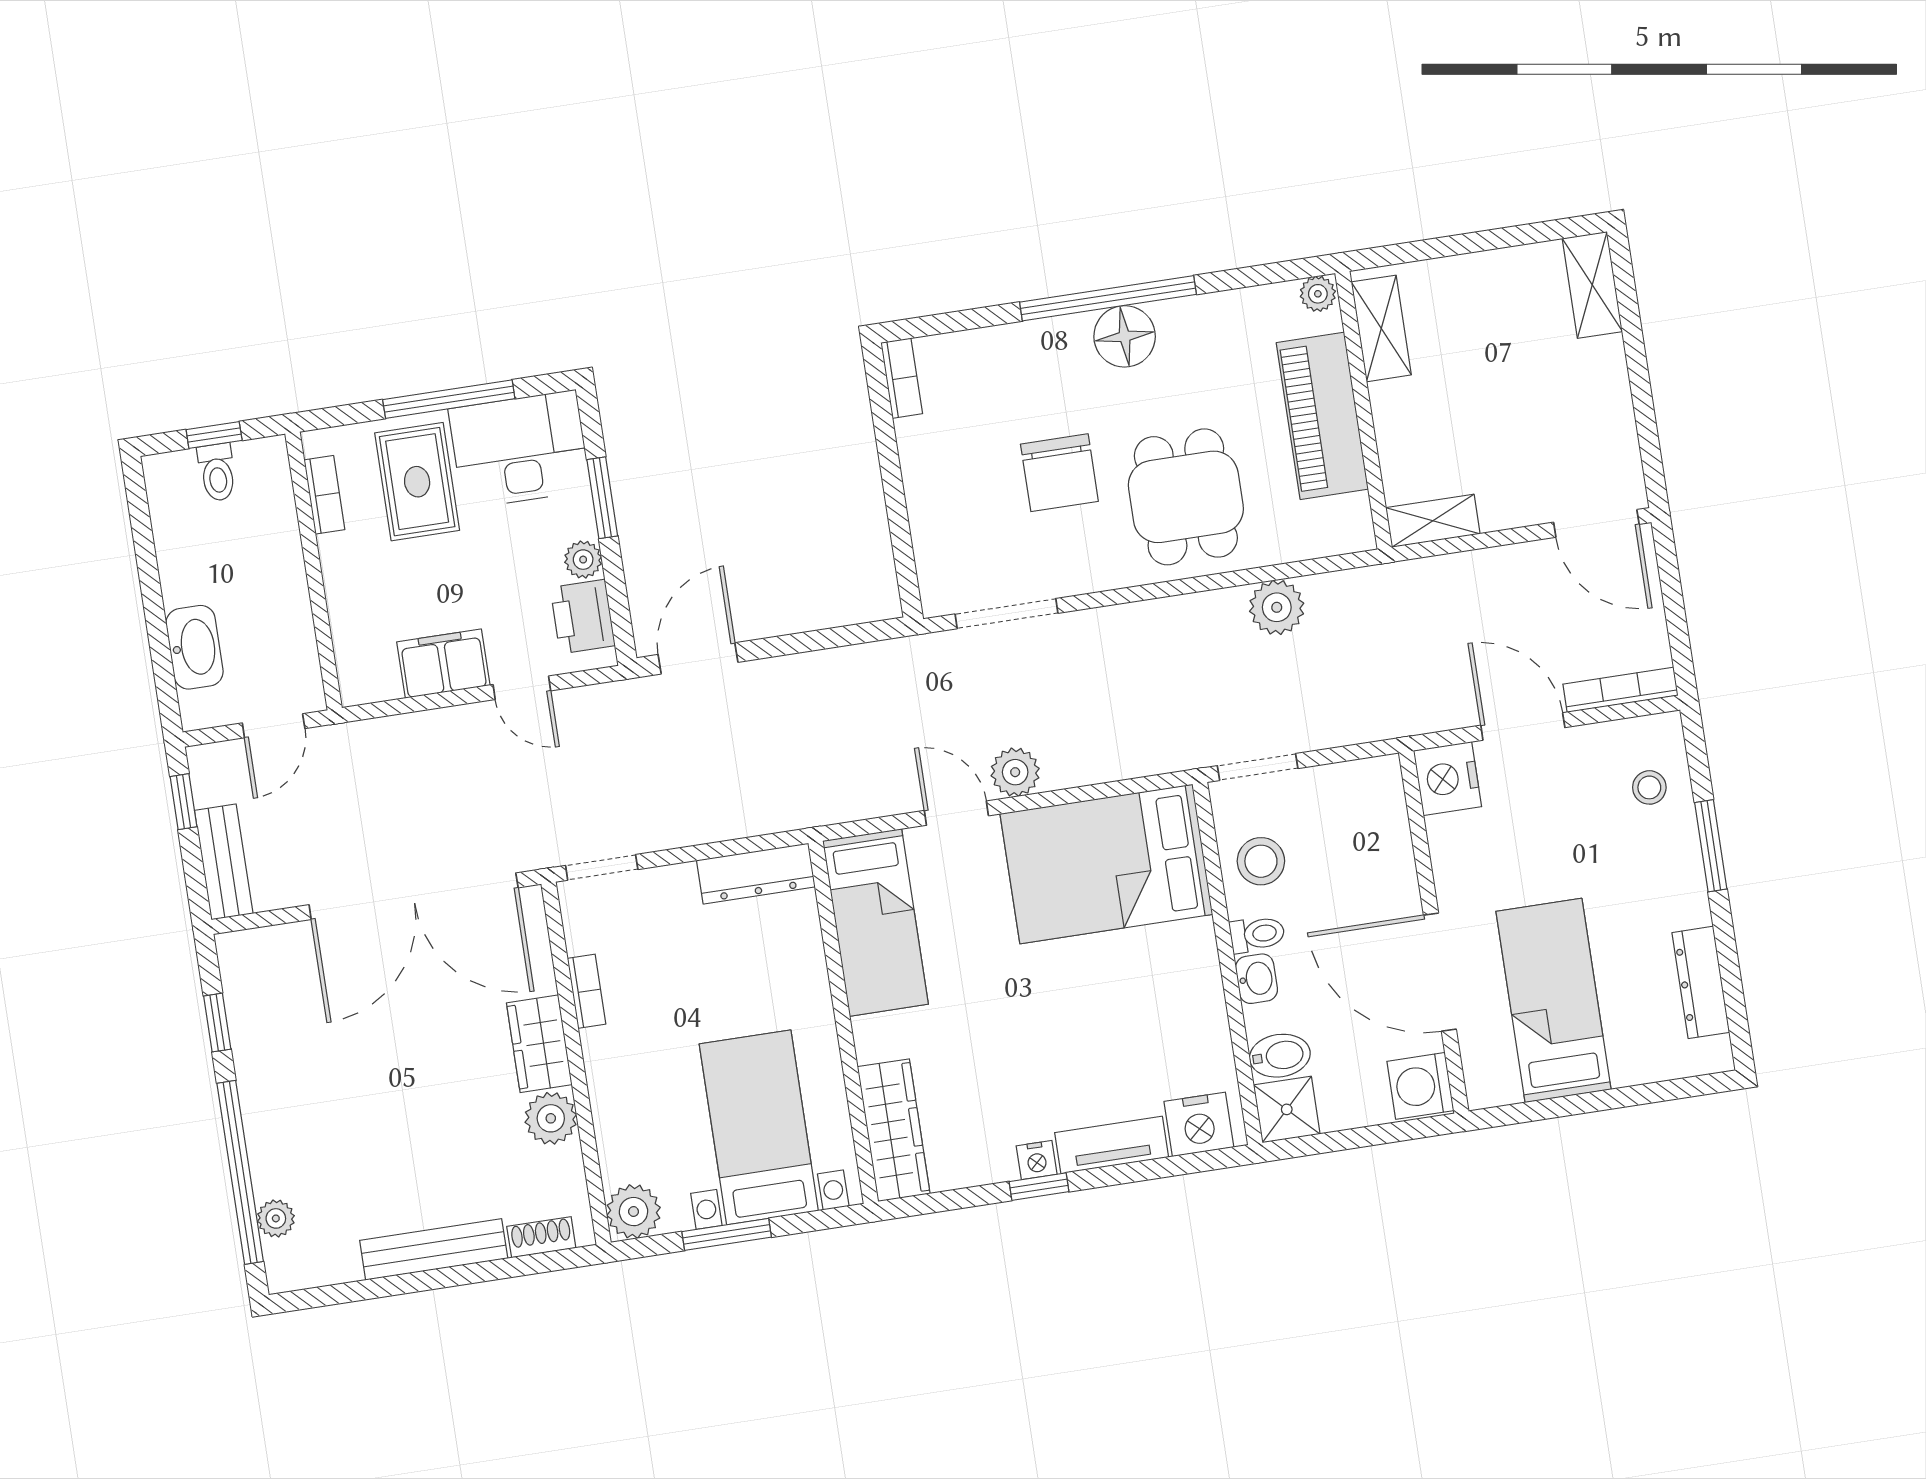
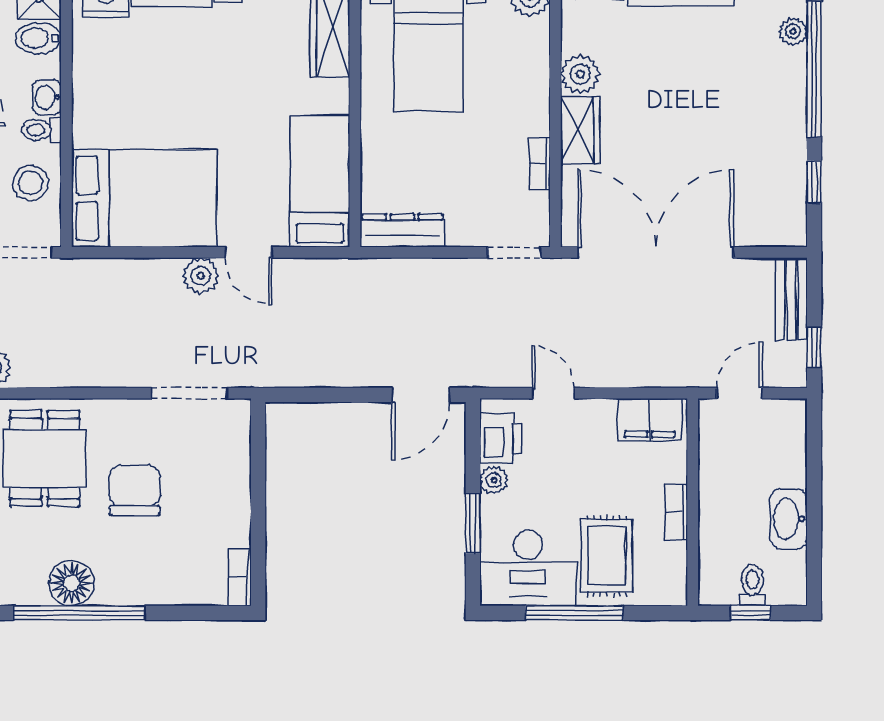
bookcase: (324, 495) -> (676, 512), moved
washbasin: (195, 647) -> (789, 519), moved
filing cabinet: (443, 664) -> (650, 420), moved

